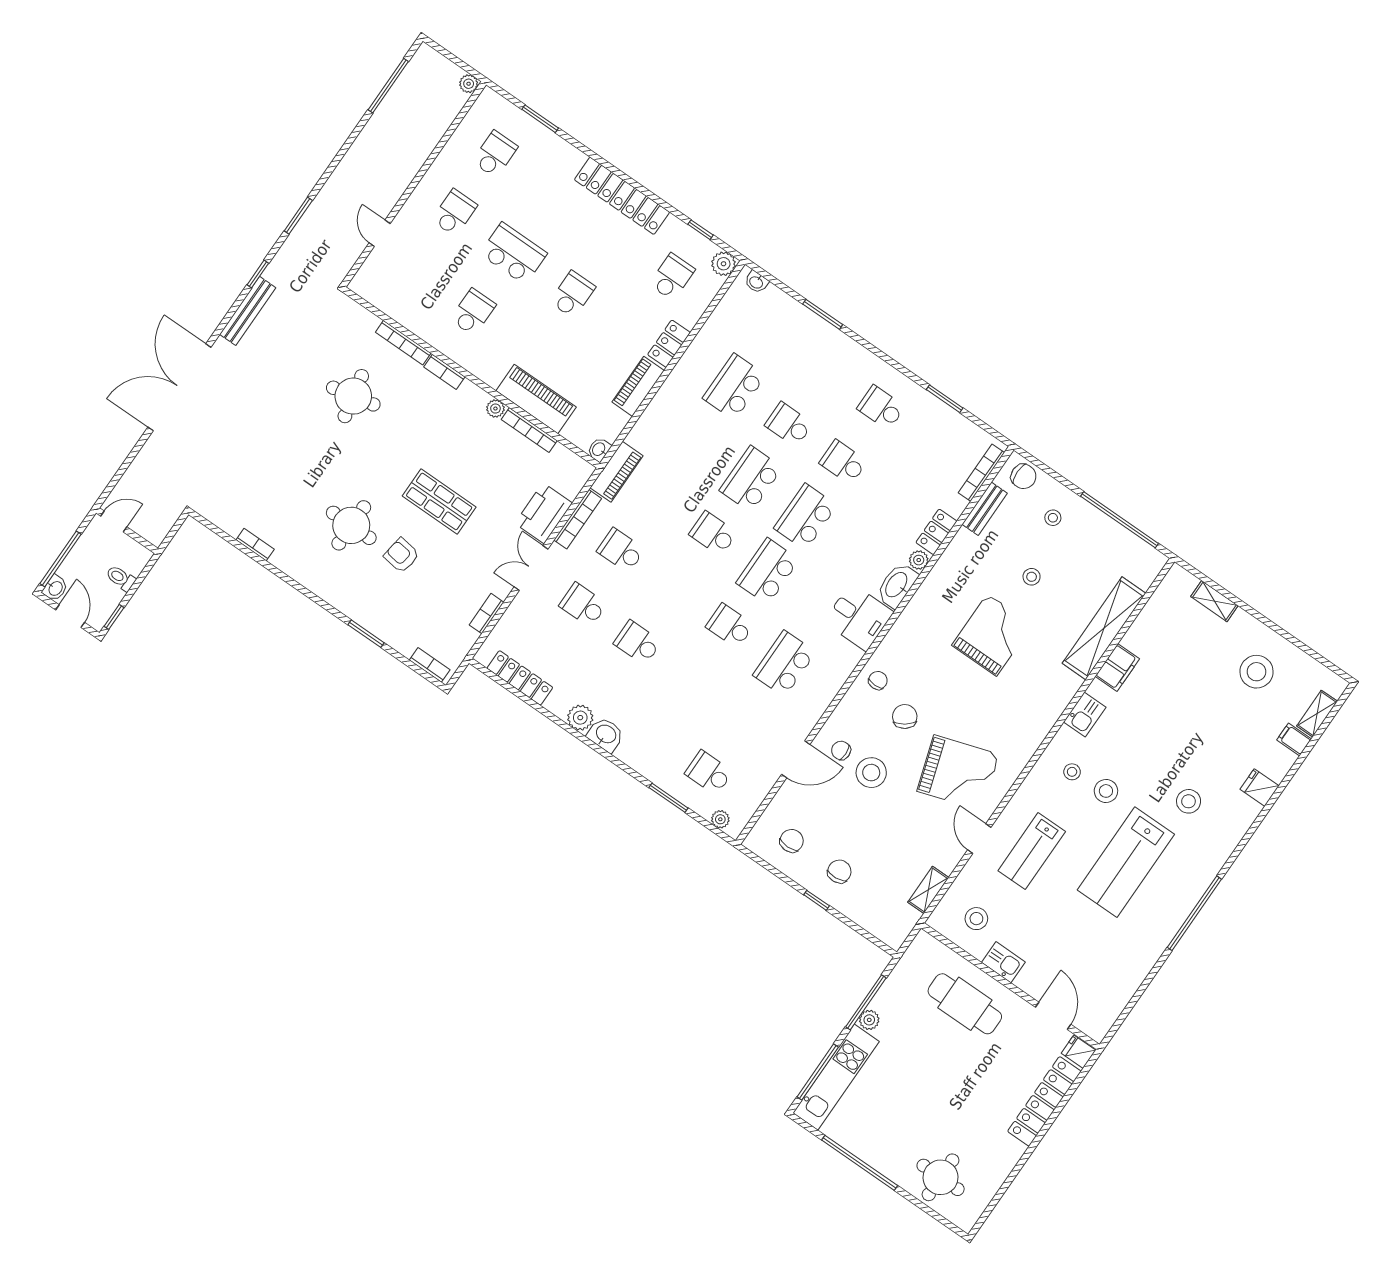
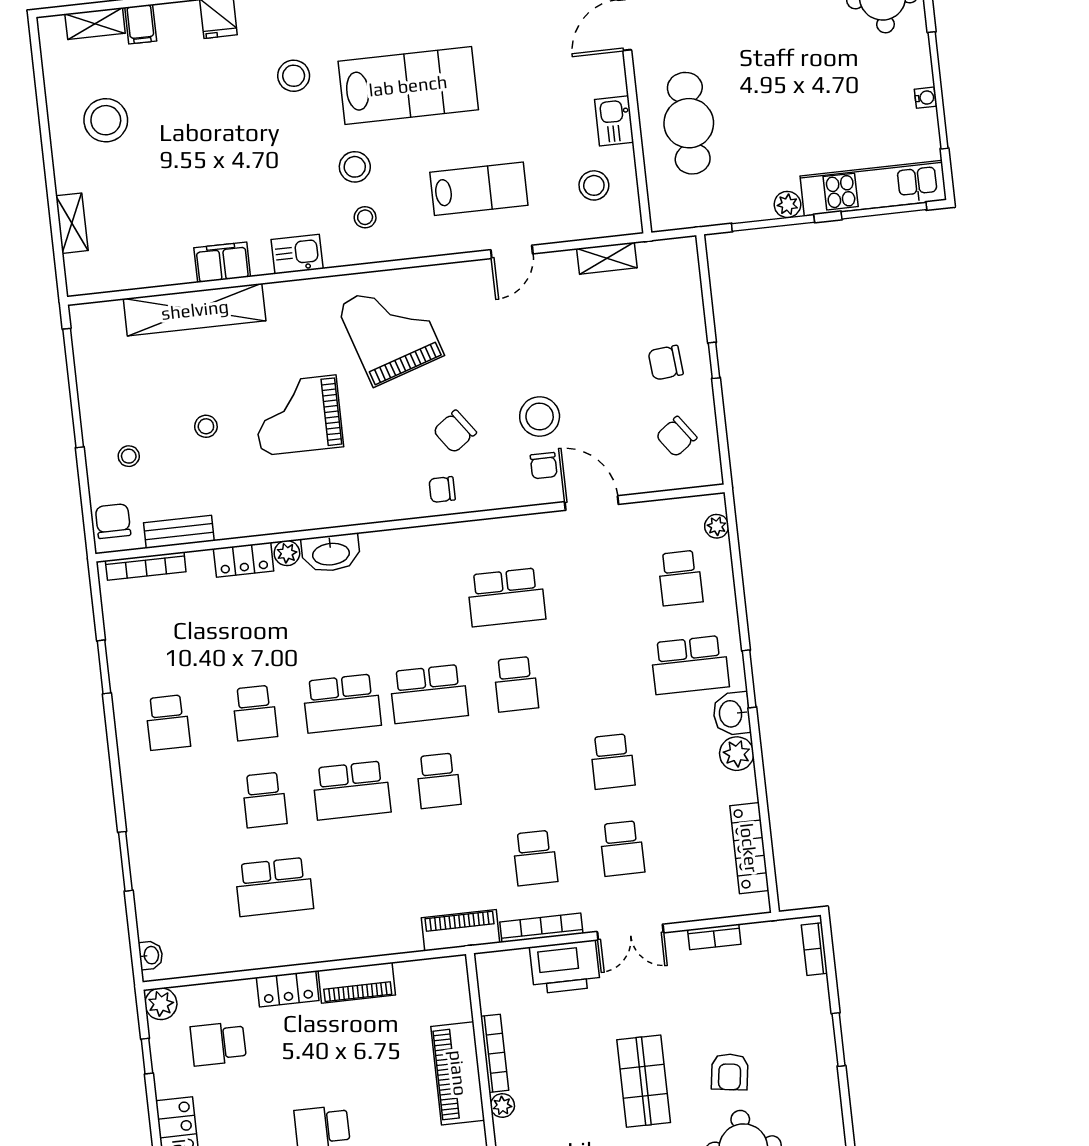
washbasin: (599, 449) -> (453, 967), removed
desk: (859, 617) -> (396, 564), removed
school desk: (654, 735) -> (690, 665), added
grand piano: (958, 773) -> (390, 330), moved
window: (668, 798) -> (749, 679), moved
chair: (792, 841) -> (676, 437), turned -36
water cooler: (862, 1152) -> (925, 98), added

